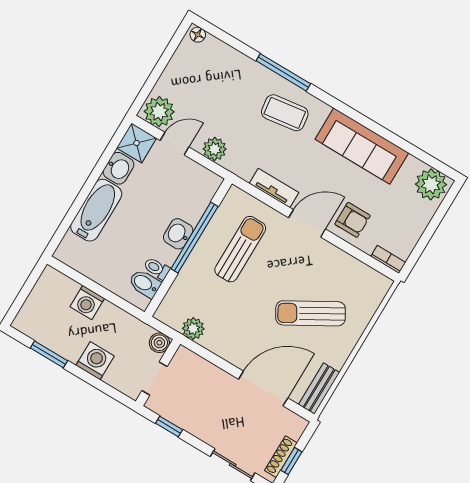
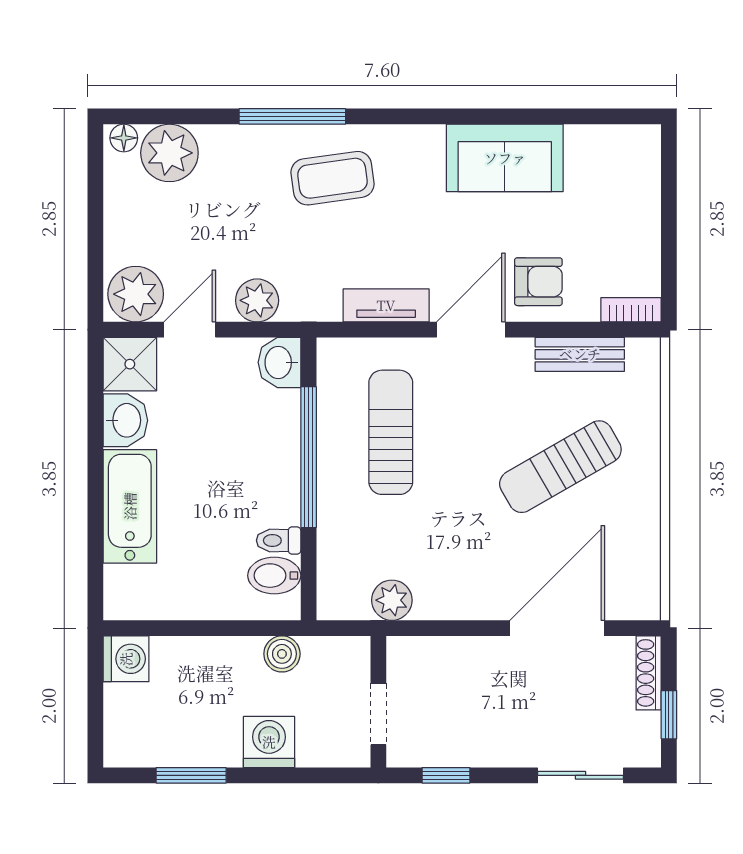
sofa: (362, 146) -> (505, 158), width x0.73
plant: (431, 184) -> (169, 153), moved
washbasin: (178, 234) -> (279, 362), moved
washing machine: (87, 303) -> (126, 659), moved, turned -90
boiler: (159, 343) -> (282, 654), moved
bench: (319, 389) -> (580, 354), moved, turned 90
shoe rack: (281, 457) -> (649, 673), moved

